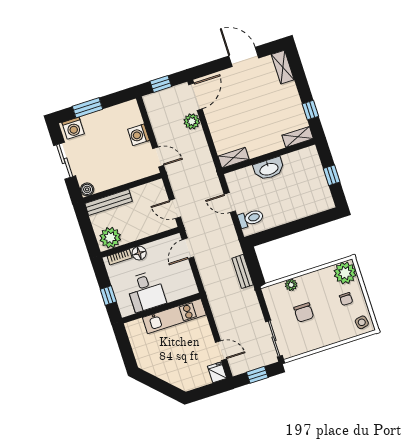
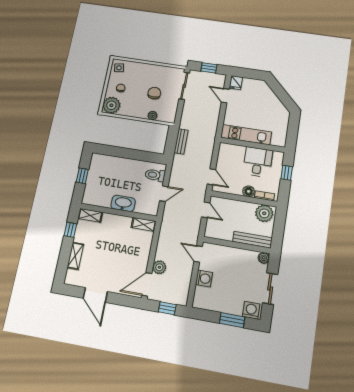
shelving: (283, 67) -> (75, 256), moved
door: (230, 203) -> (164, 194), hinge flipped
door: (188, 248) -> (211, 177), hinge flipped

